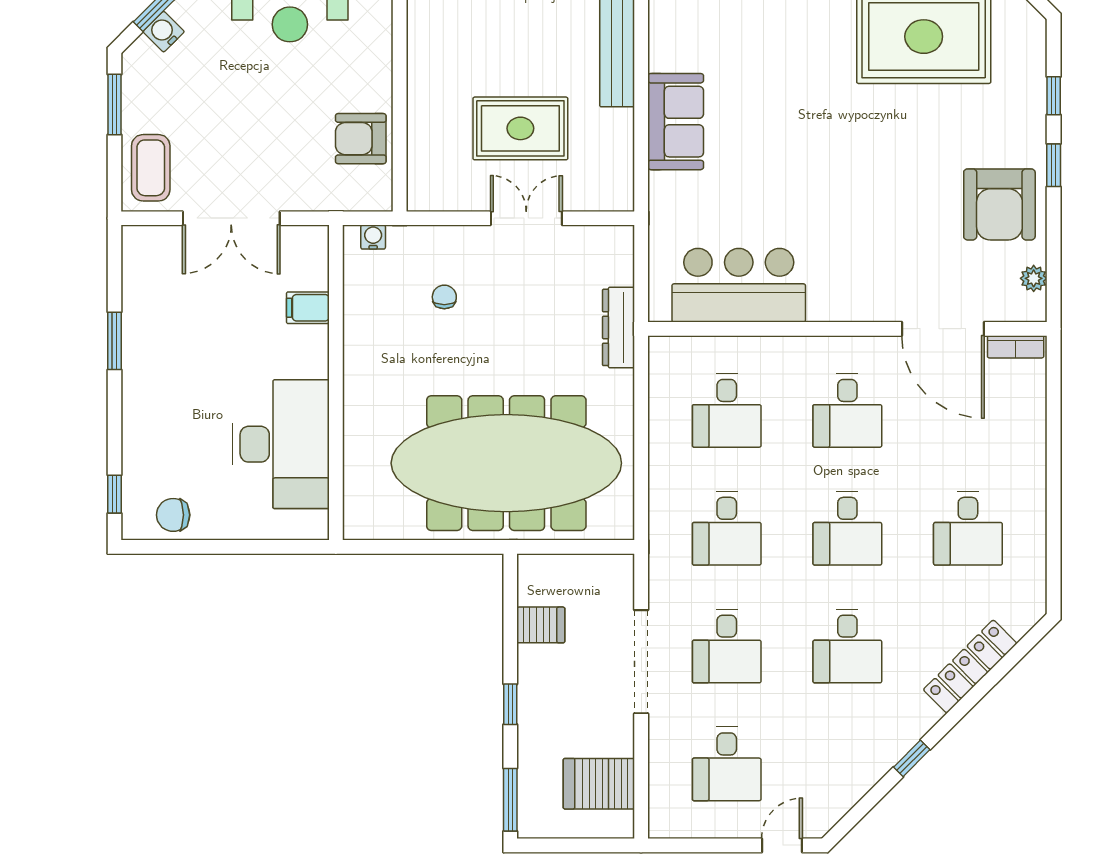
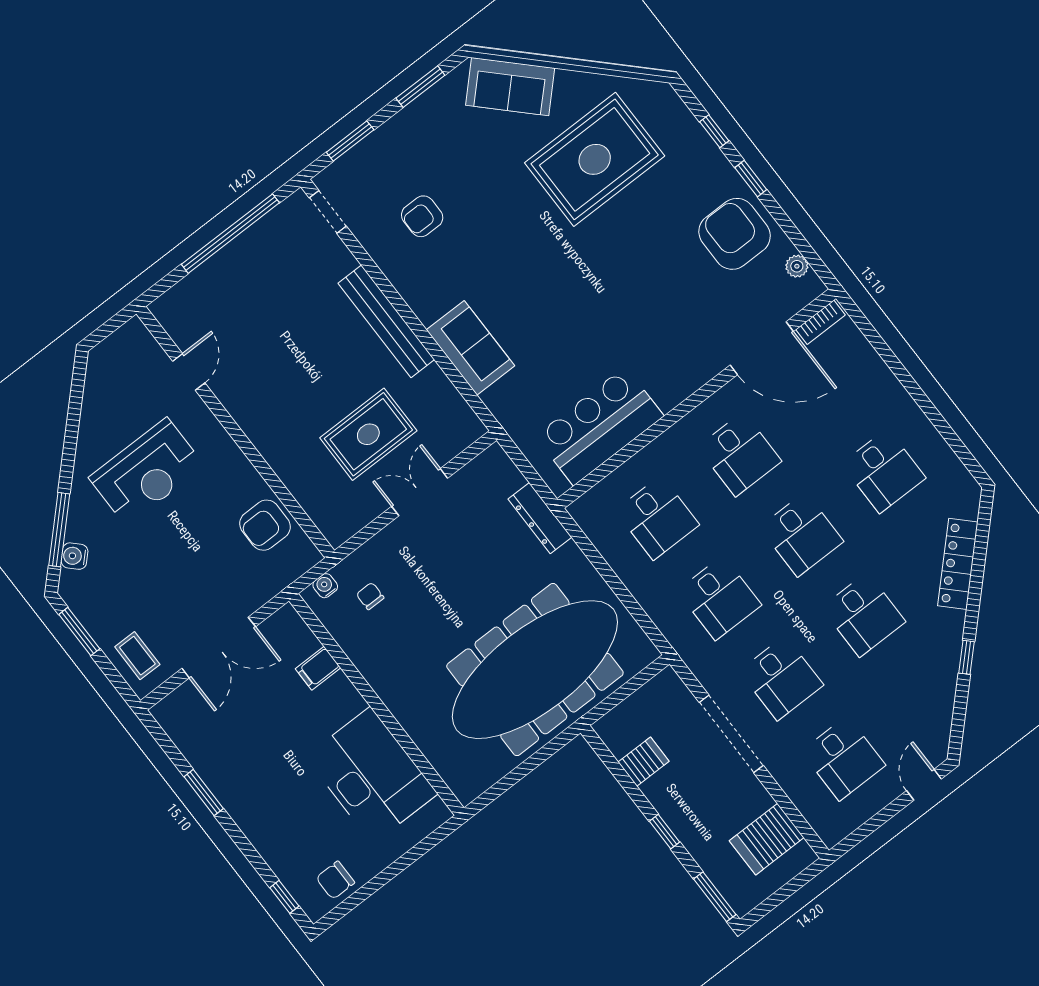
coffee table: (151, 168) -> (137, 656), width x0.73, depth x0.77
armchair: (999, 204) -> (735, 234), turned 180
chair: (444, 297) -> (370, 596), moved

